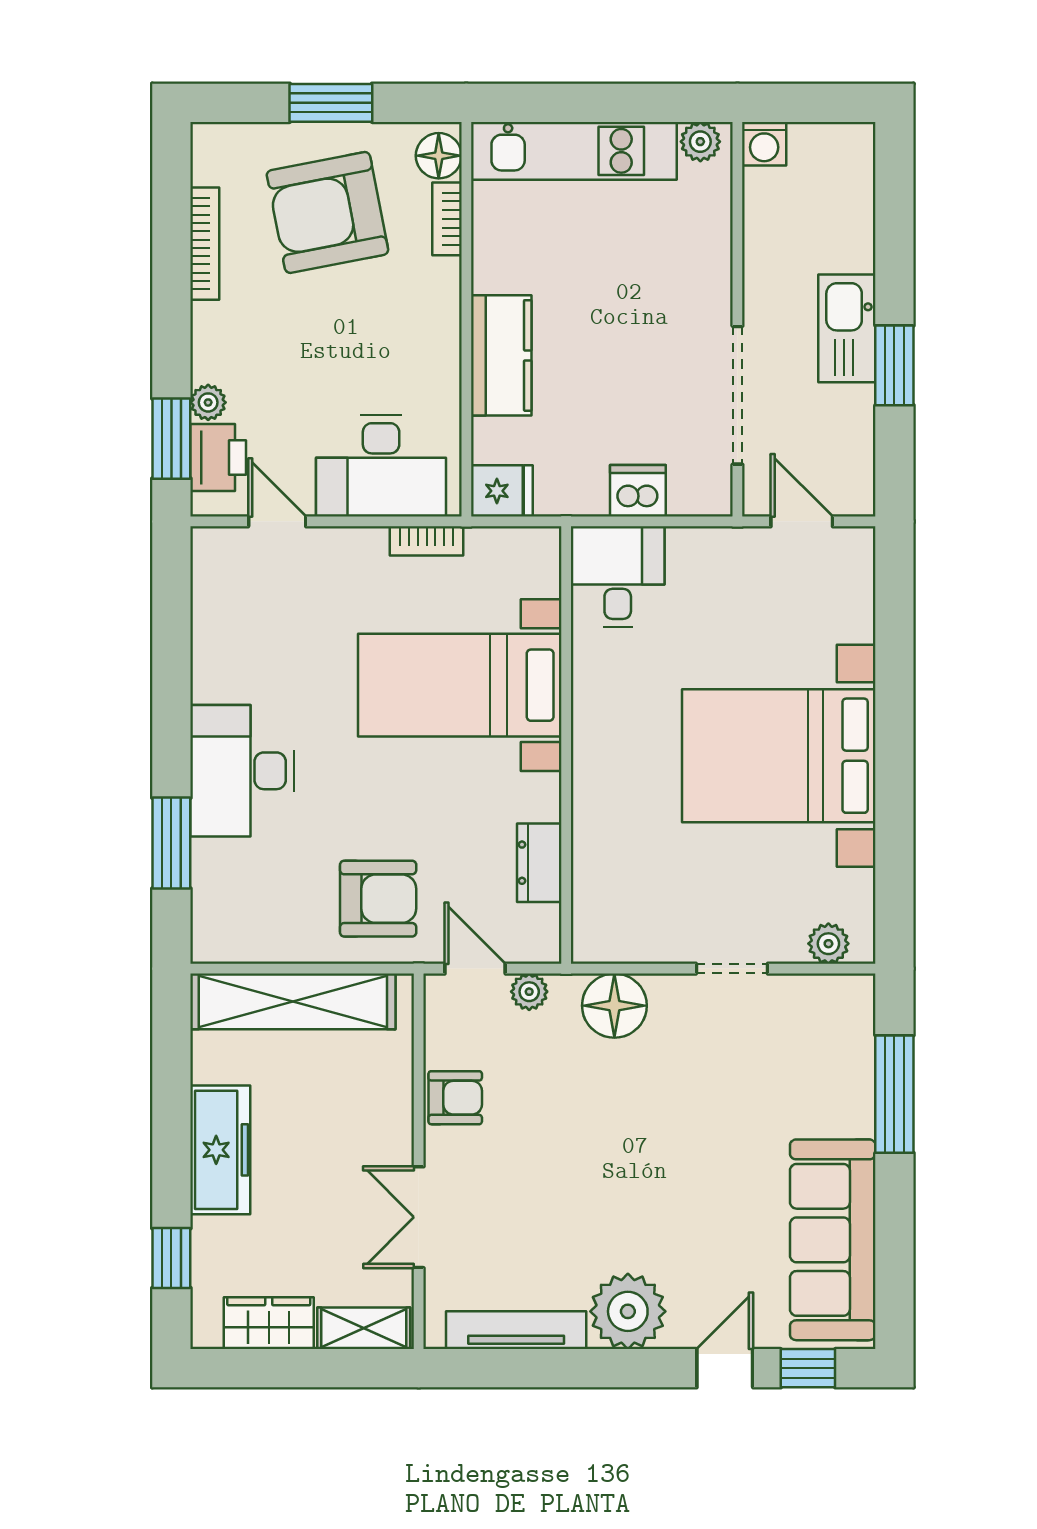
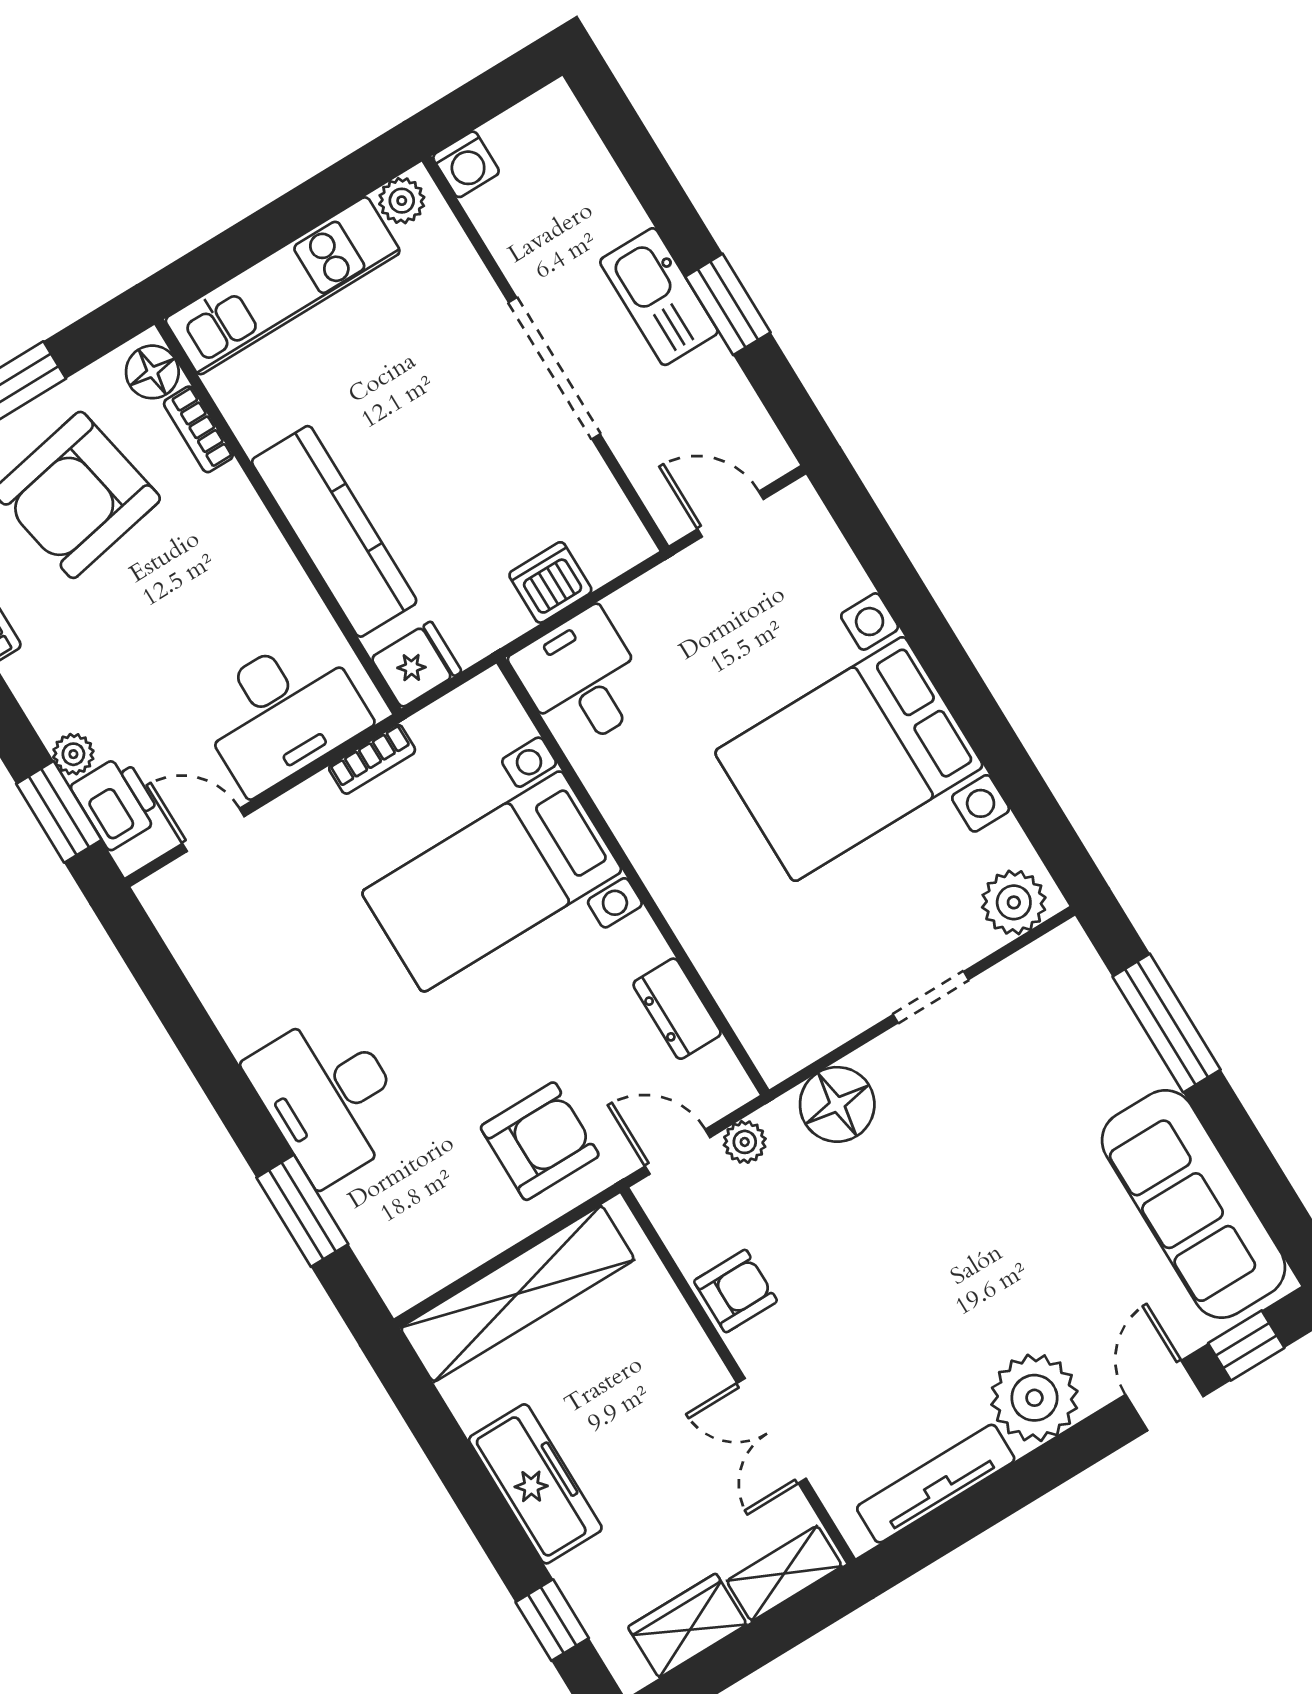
kitchen counter: (501, 355) -> (334, 531), width x1.50
doorway: (737, 395) -> (554, 368), moved
plant: (828, 944) -> (1014, 902), width x1.38, depth x1.38

